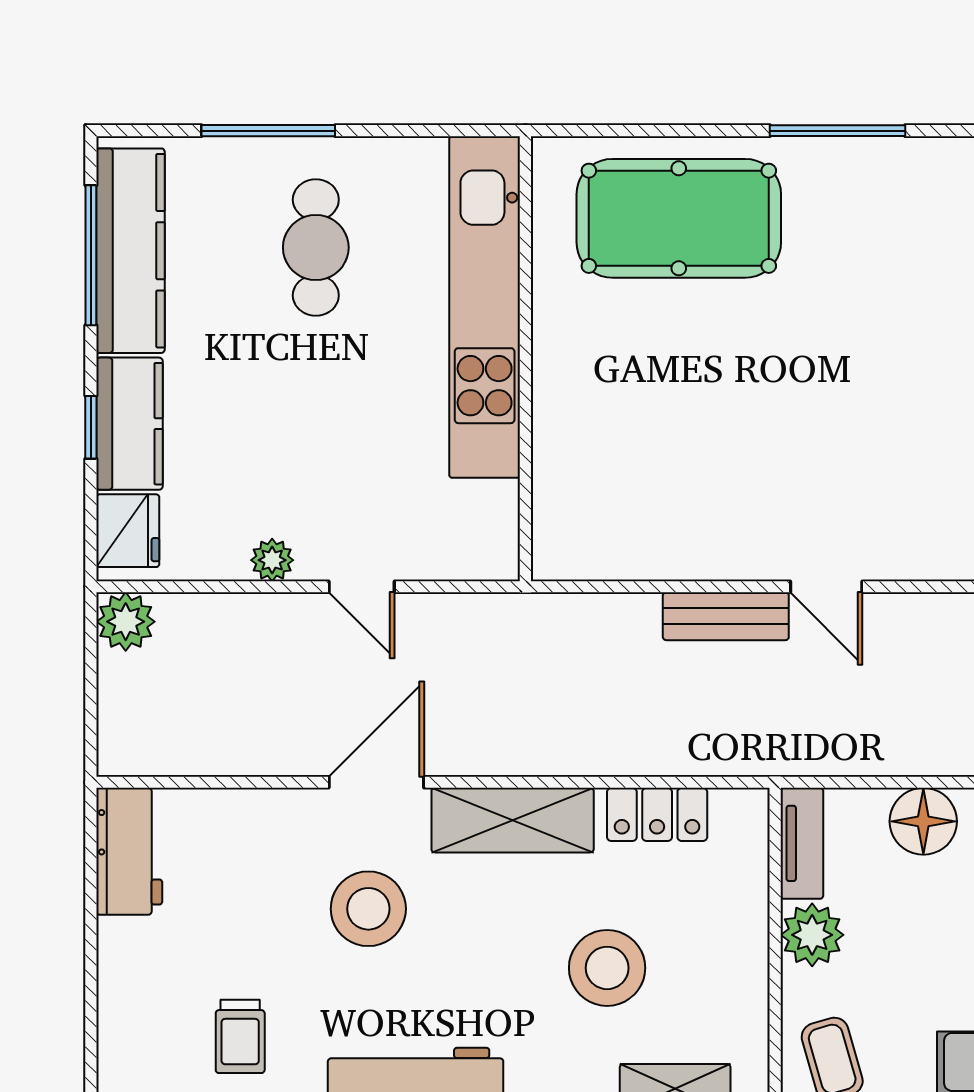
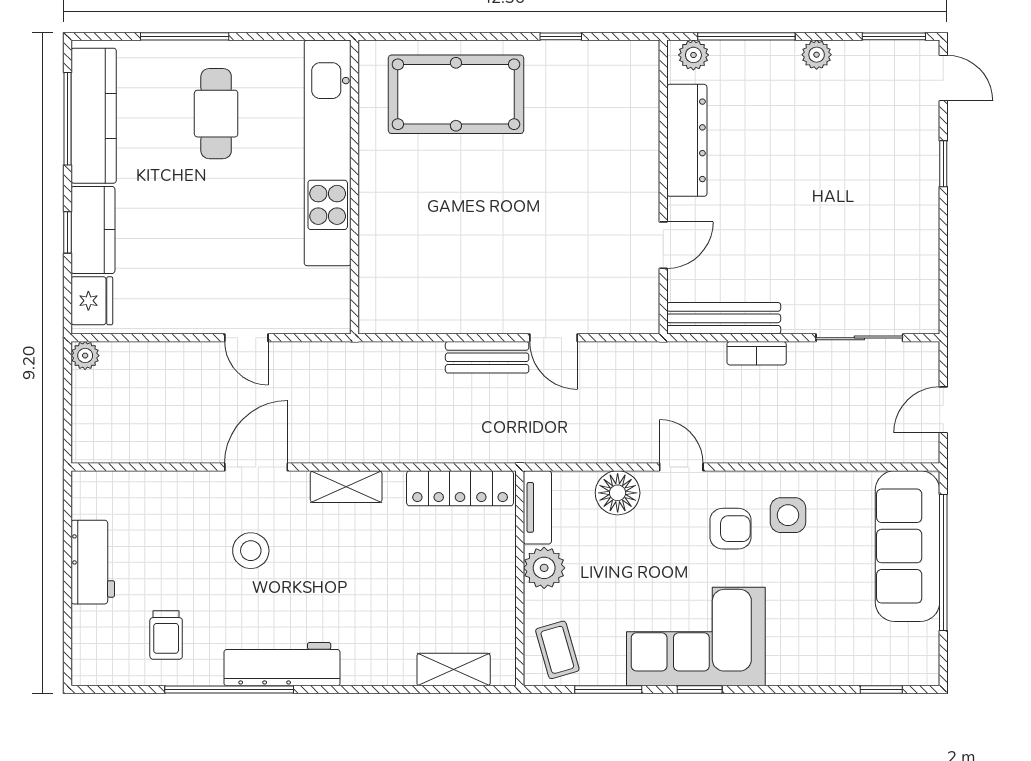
window: (837, 131) -> (561, 36), width x0.46
plant: (272, 560) -> (187, 320), removed
plant: (126, 622) -> (85, 356), width x0.73, depth x0.73
locker: (657, 814) -> (460, 488), width x1.53
shelving: (513, 820) -> (346, 487), width x0.67, depth x0.75
workbench: (129, 851) -> (93, 562), moved
stool: (368, 909) -> (251, 551), width x0.73, depth x0.73
stool: (607, 968) -> (409, 590), removed

